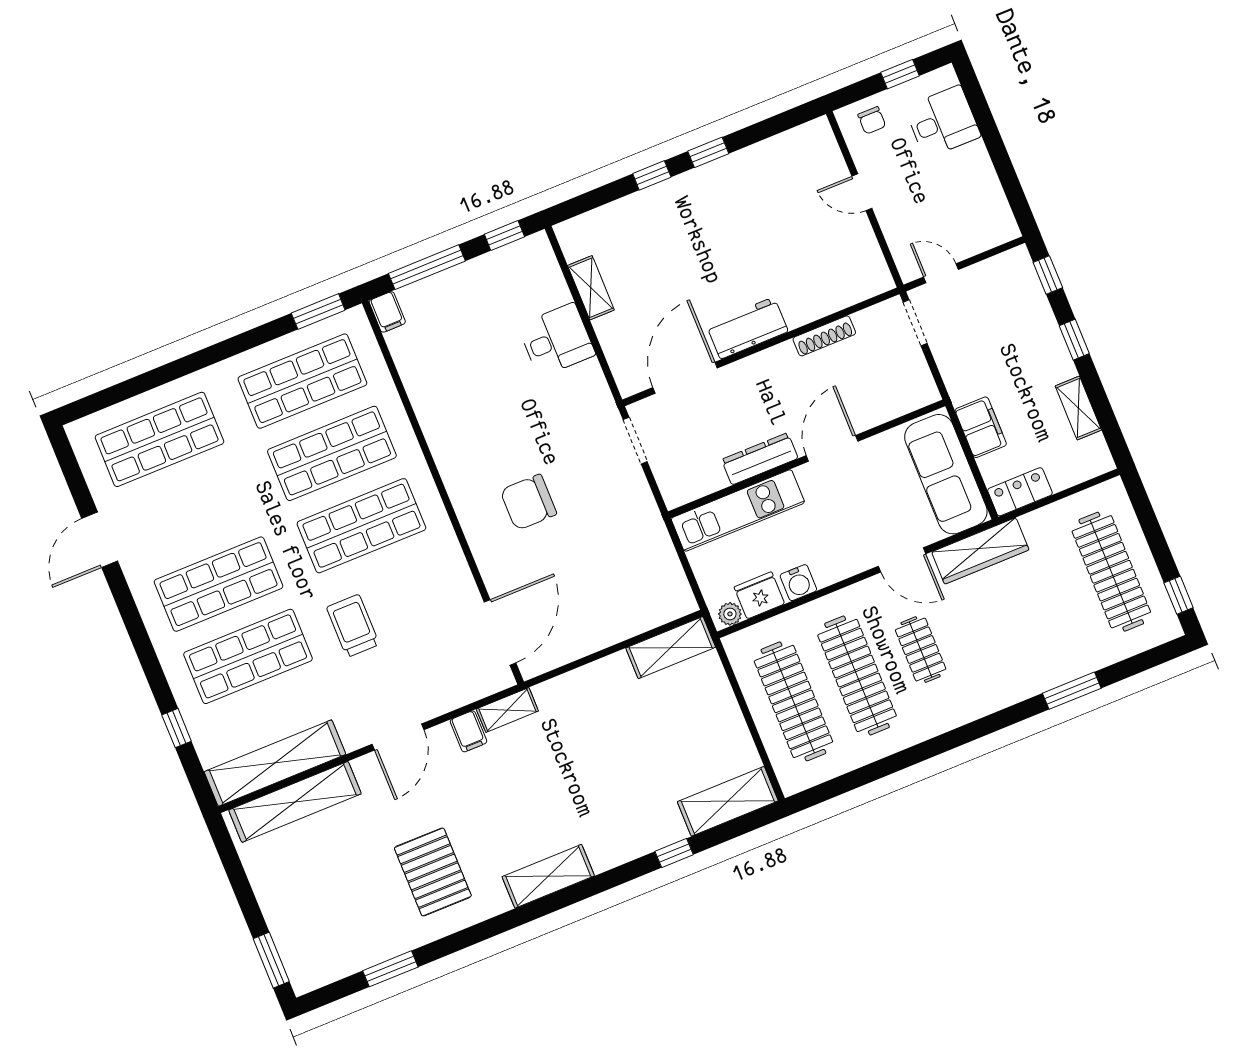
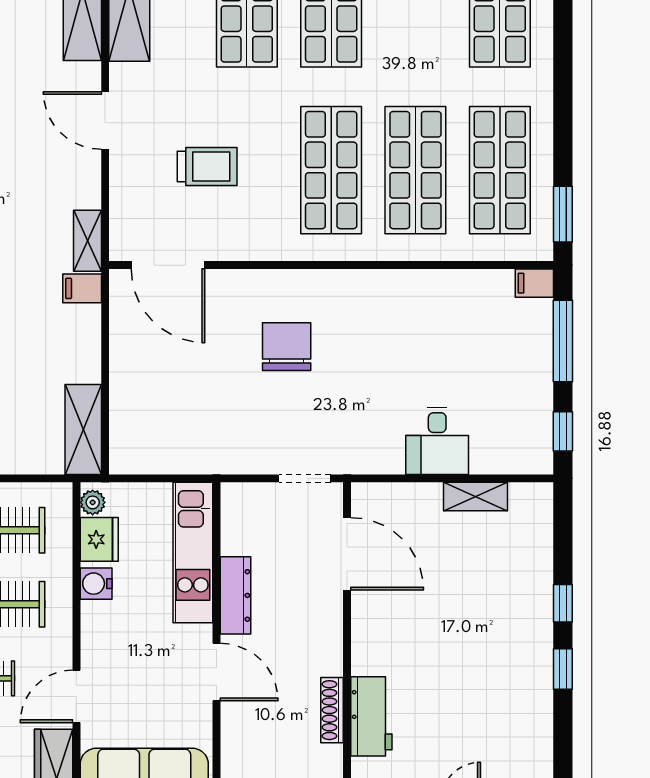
workbench: (747, 328) -> (371, 716), moved
trolley: (353, 626) -> (207, 166), moved
filing cabinet: (468, 731) -> (82, 288), moved

